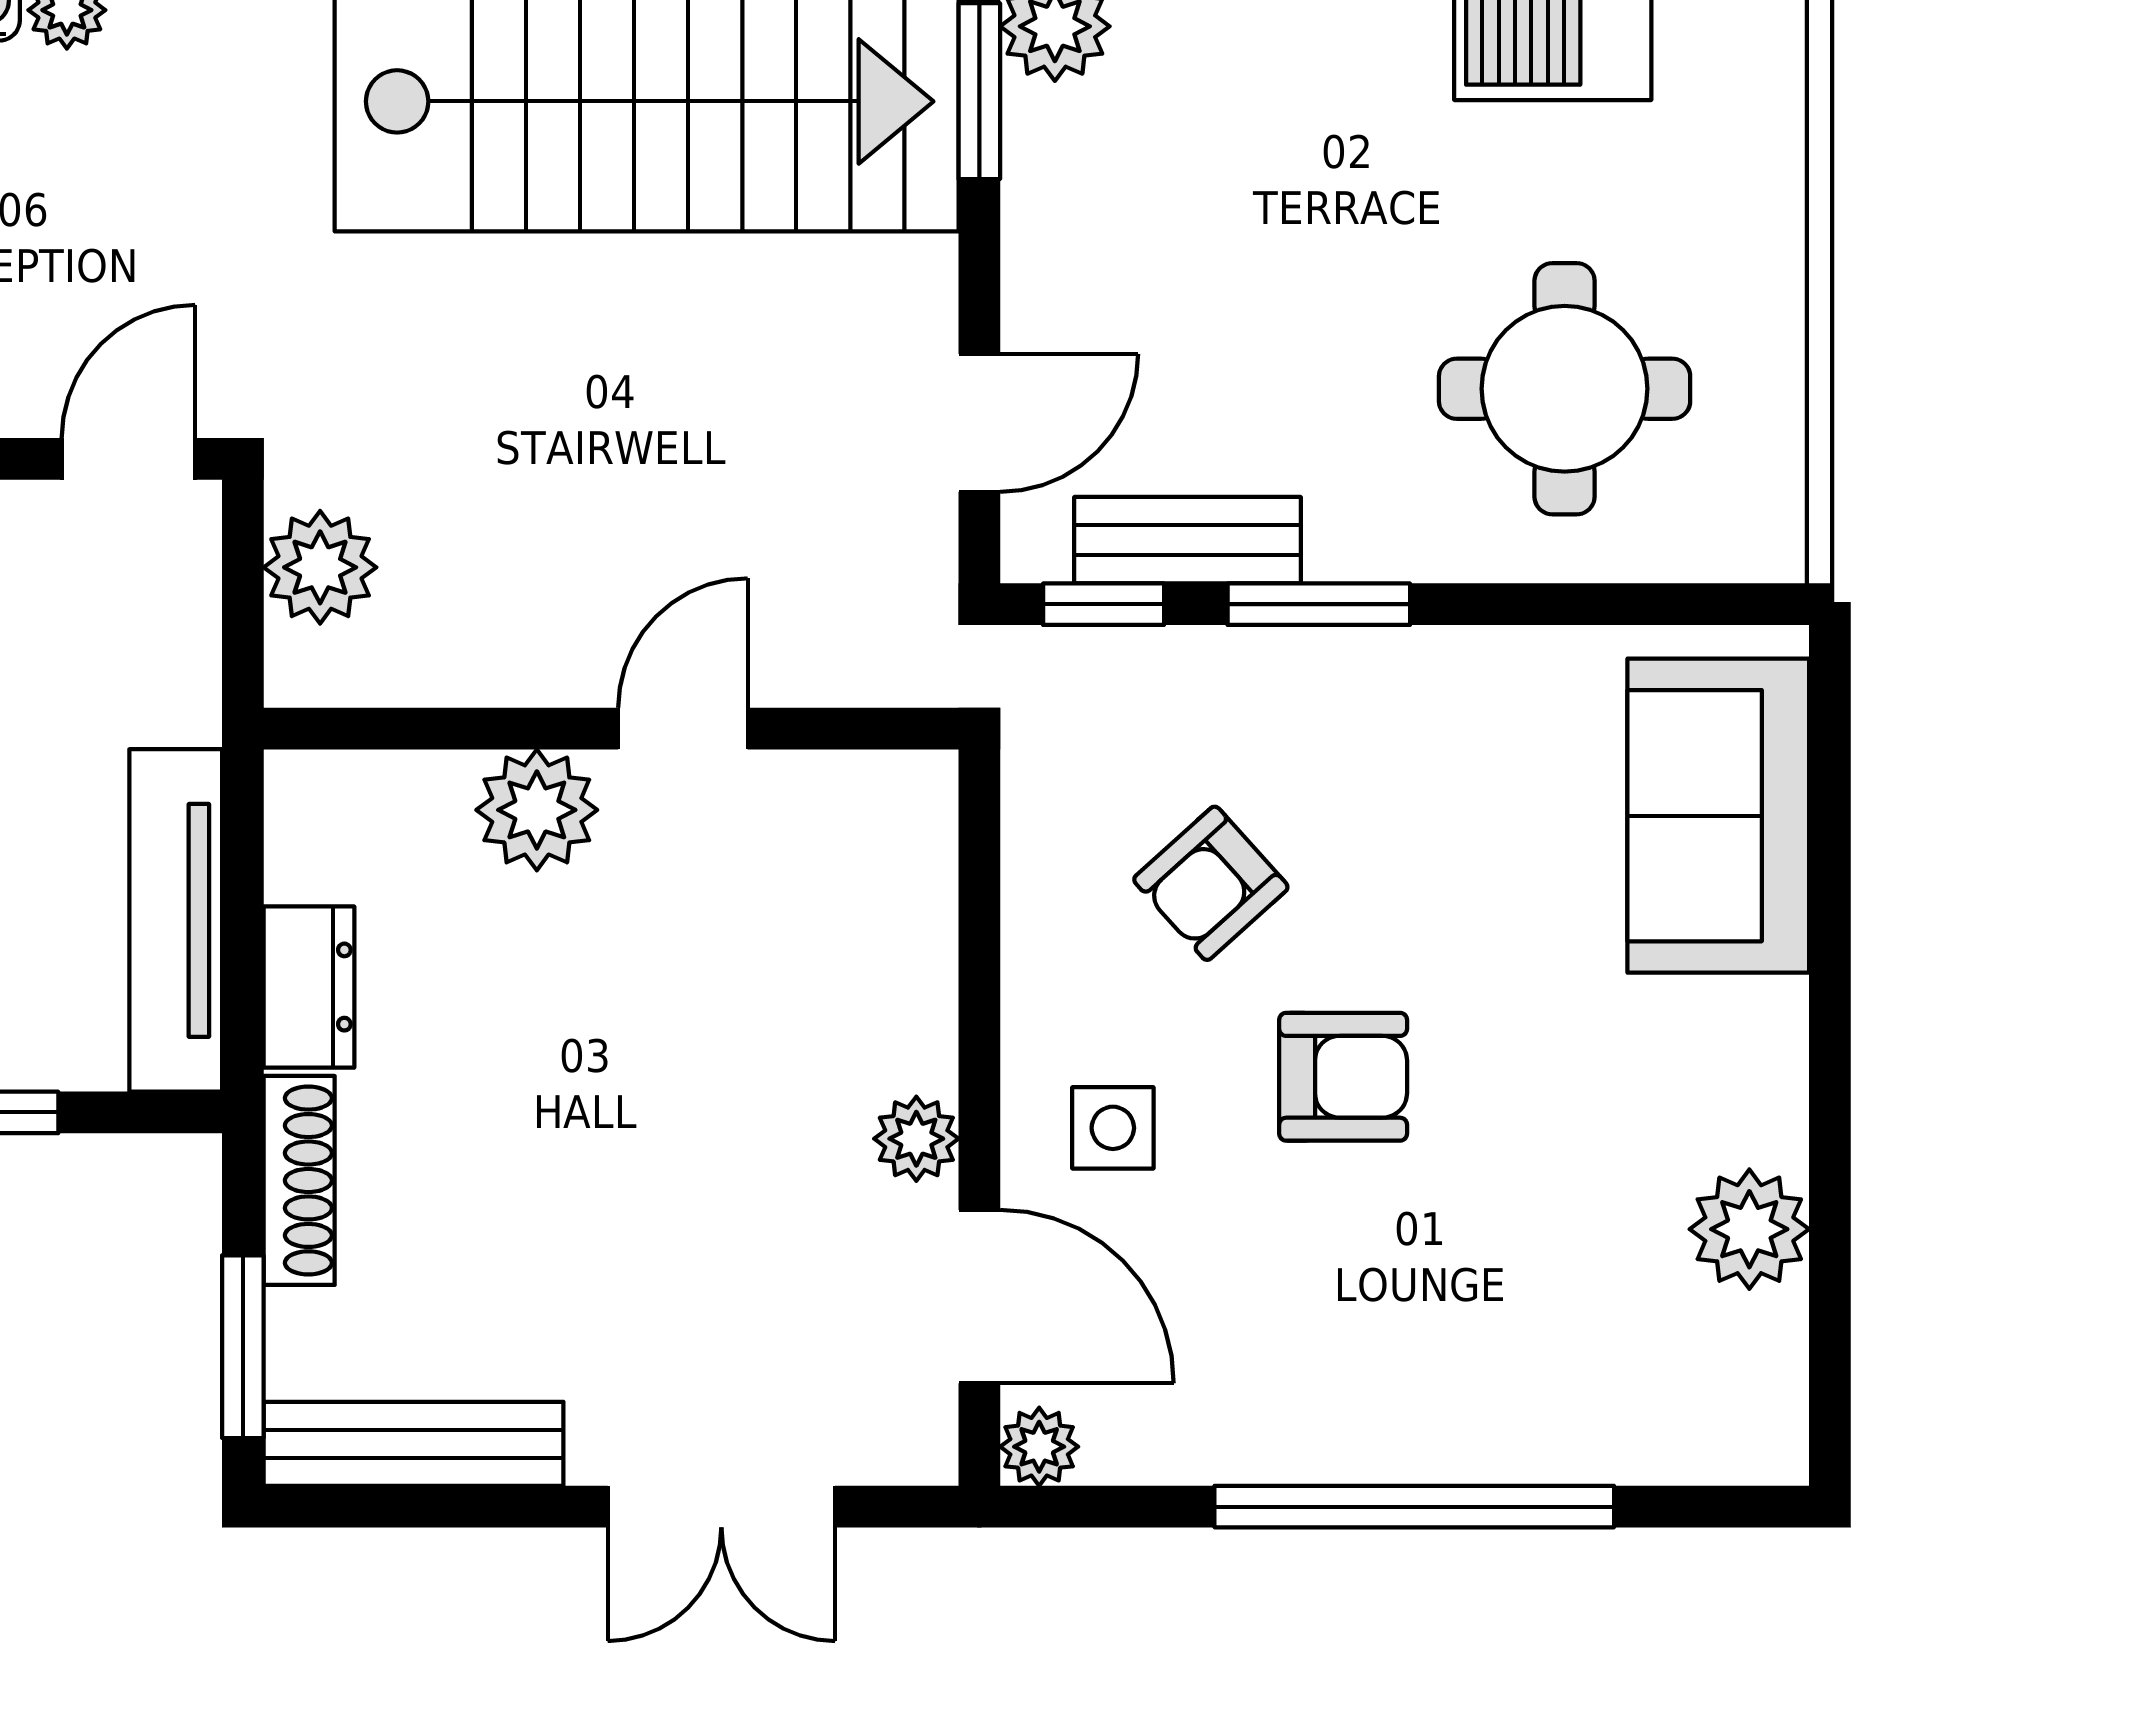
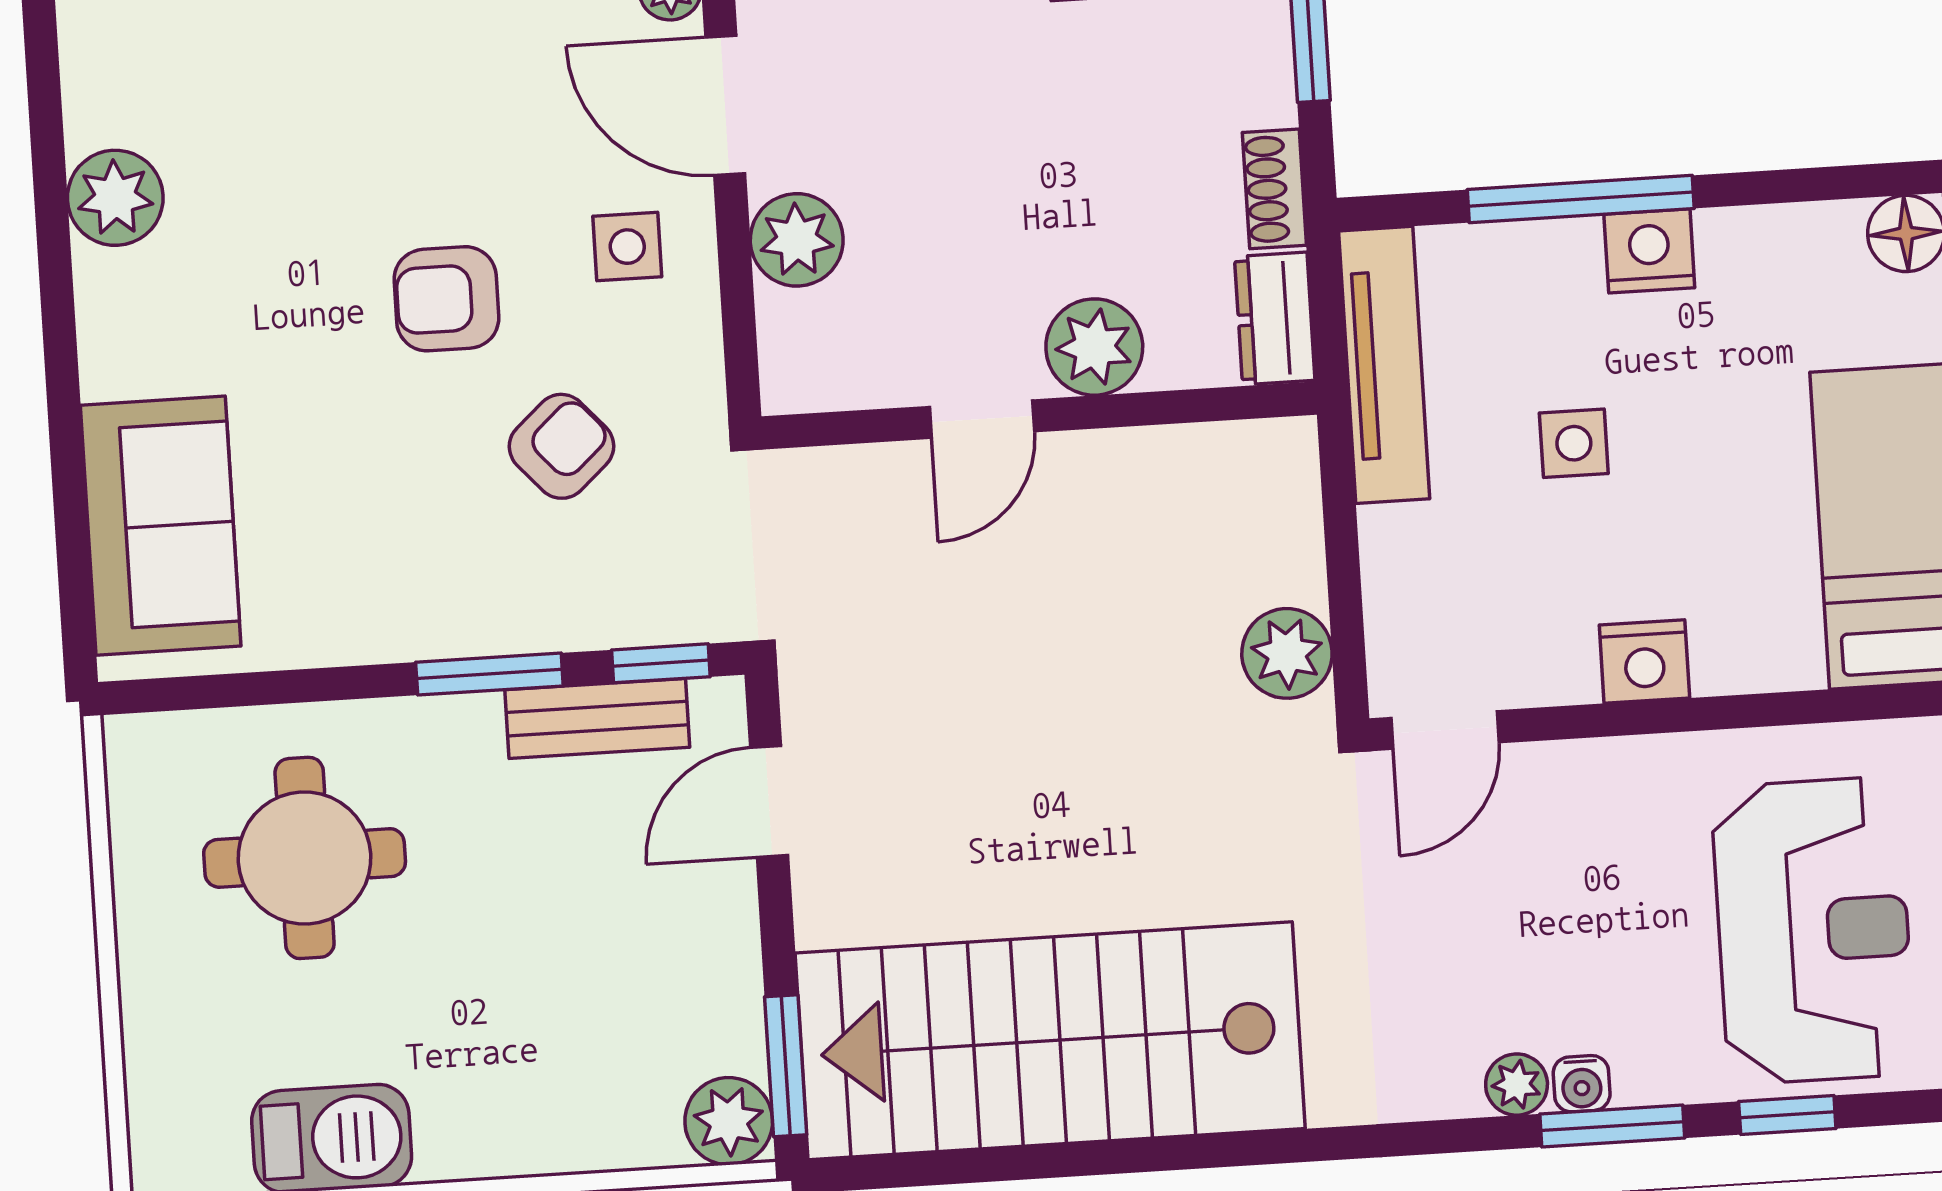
wall: (611, 729) -> (1039, 416), moved
door: (683, 729) -> (982, 419), moved
plant: (537, 810) -> (1094, 347), moved
plant: (916, 1139) -> (797, 240), width x1.38, depth x1.38
shoe rack: (299, 1180) -> (1274, 189), width x0.70

